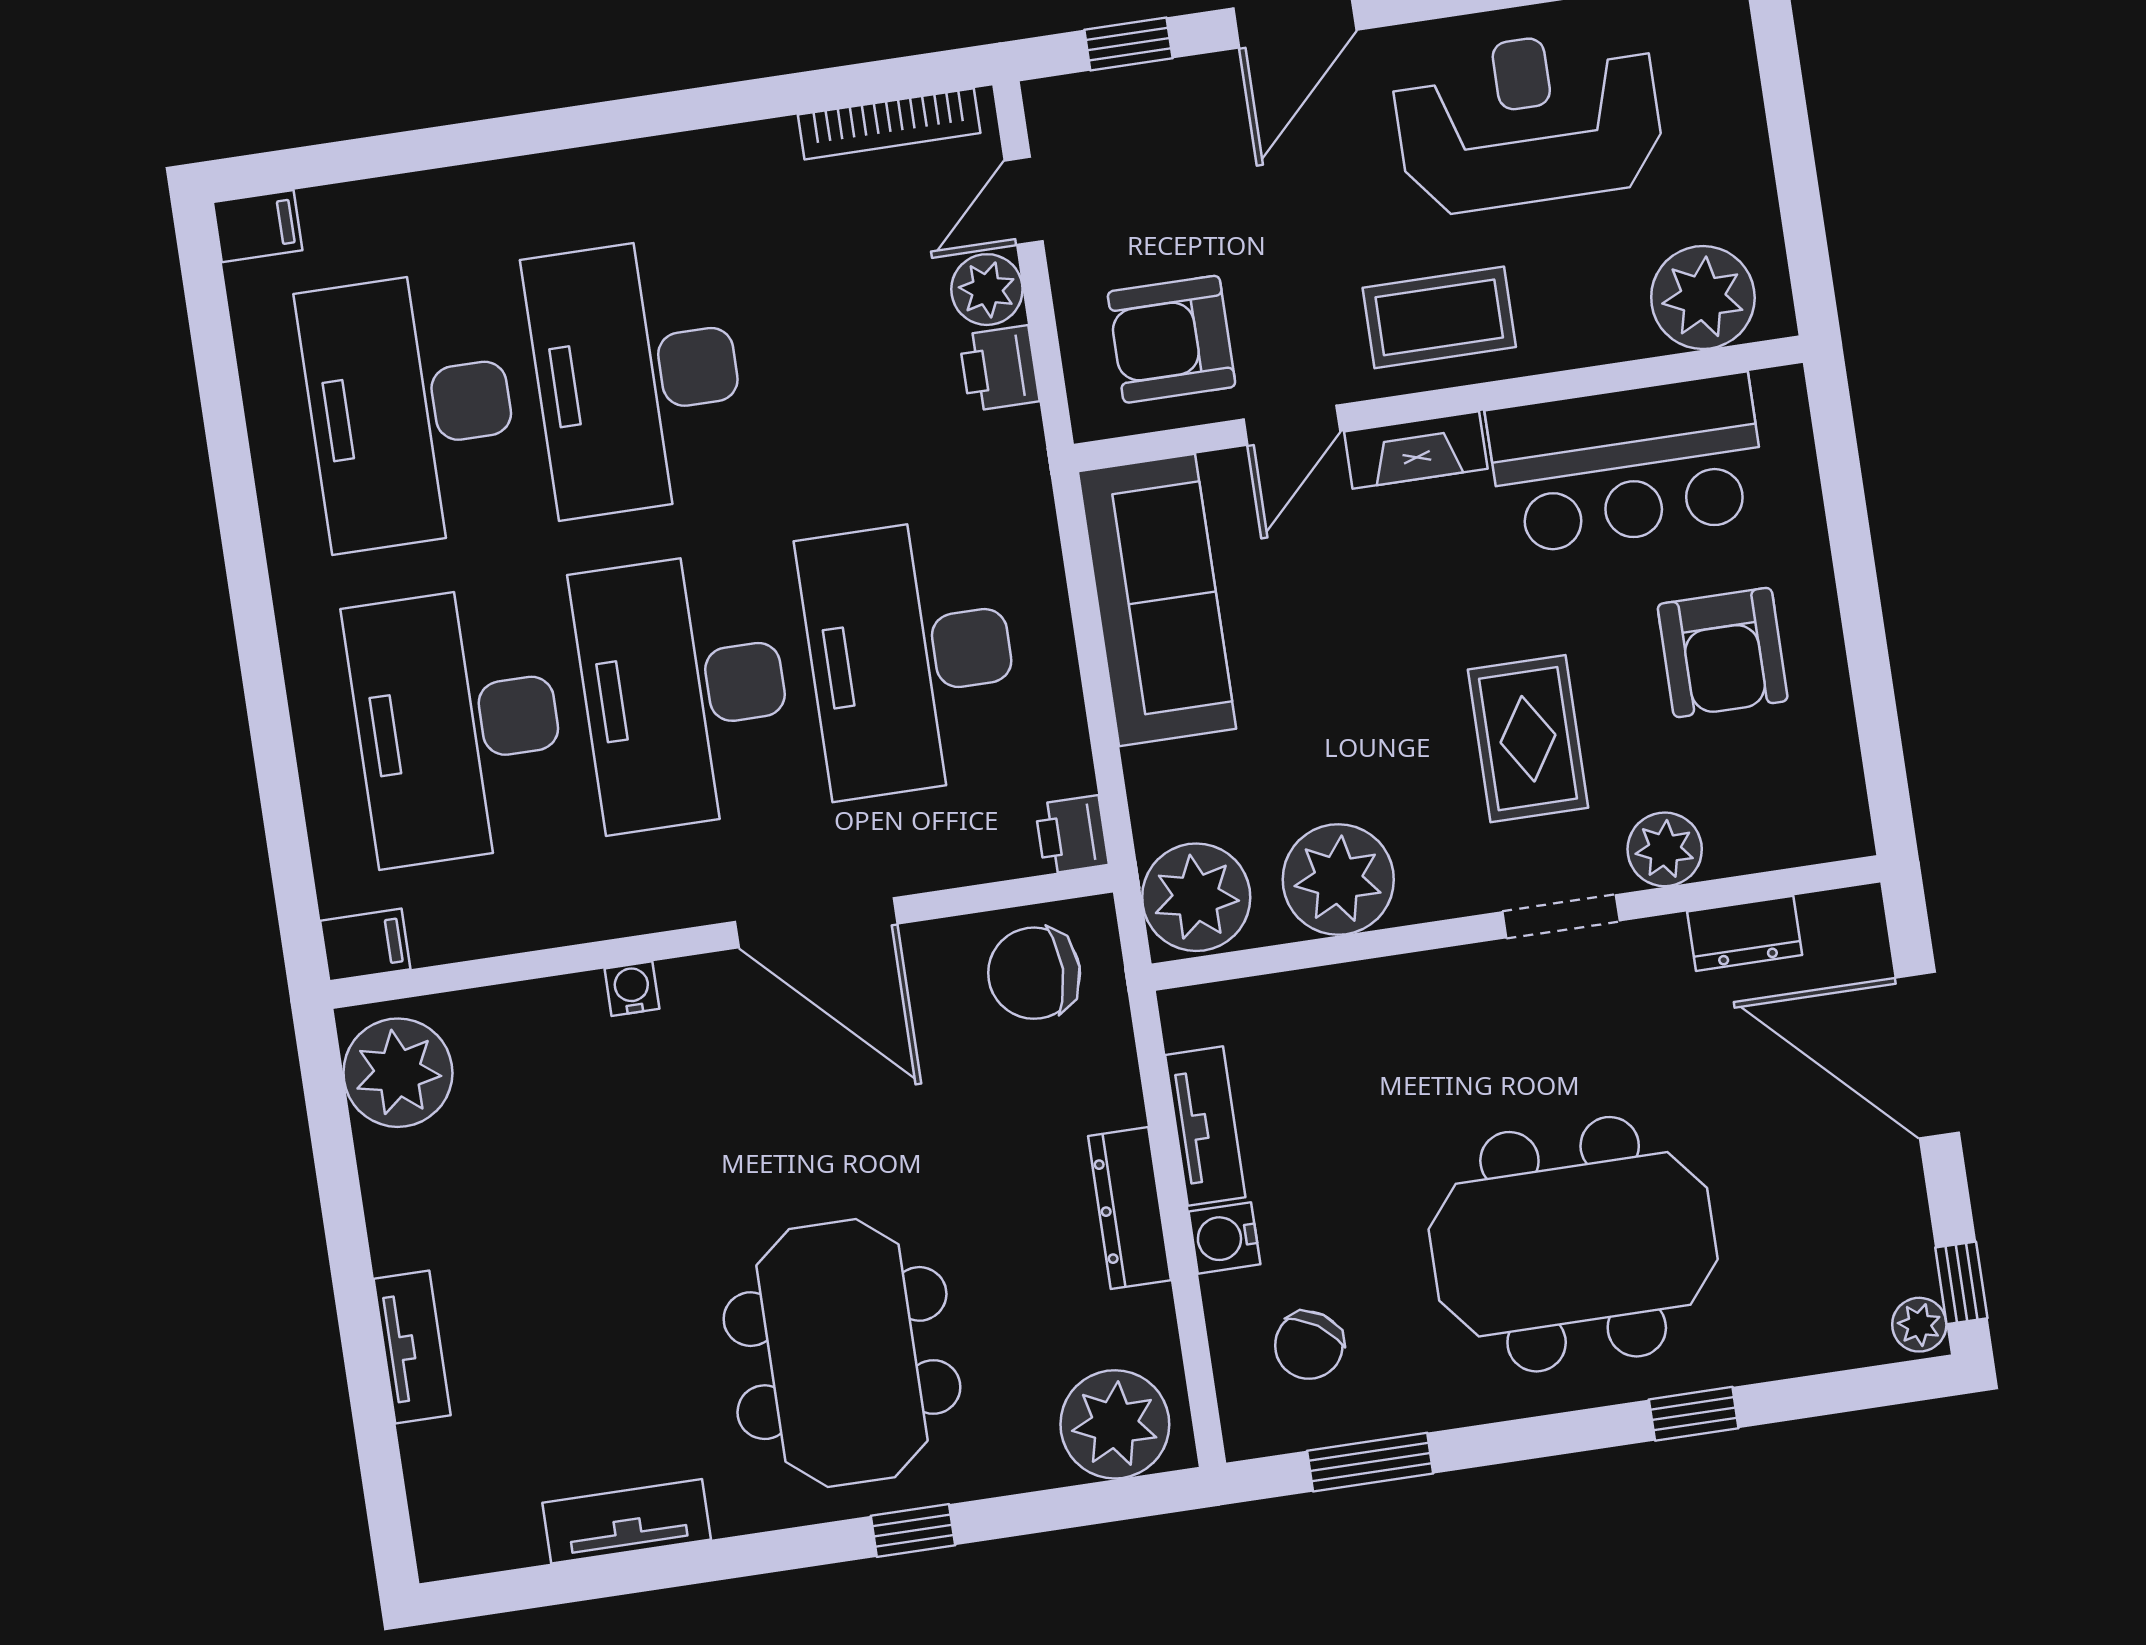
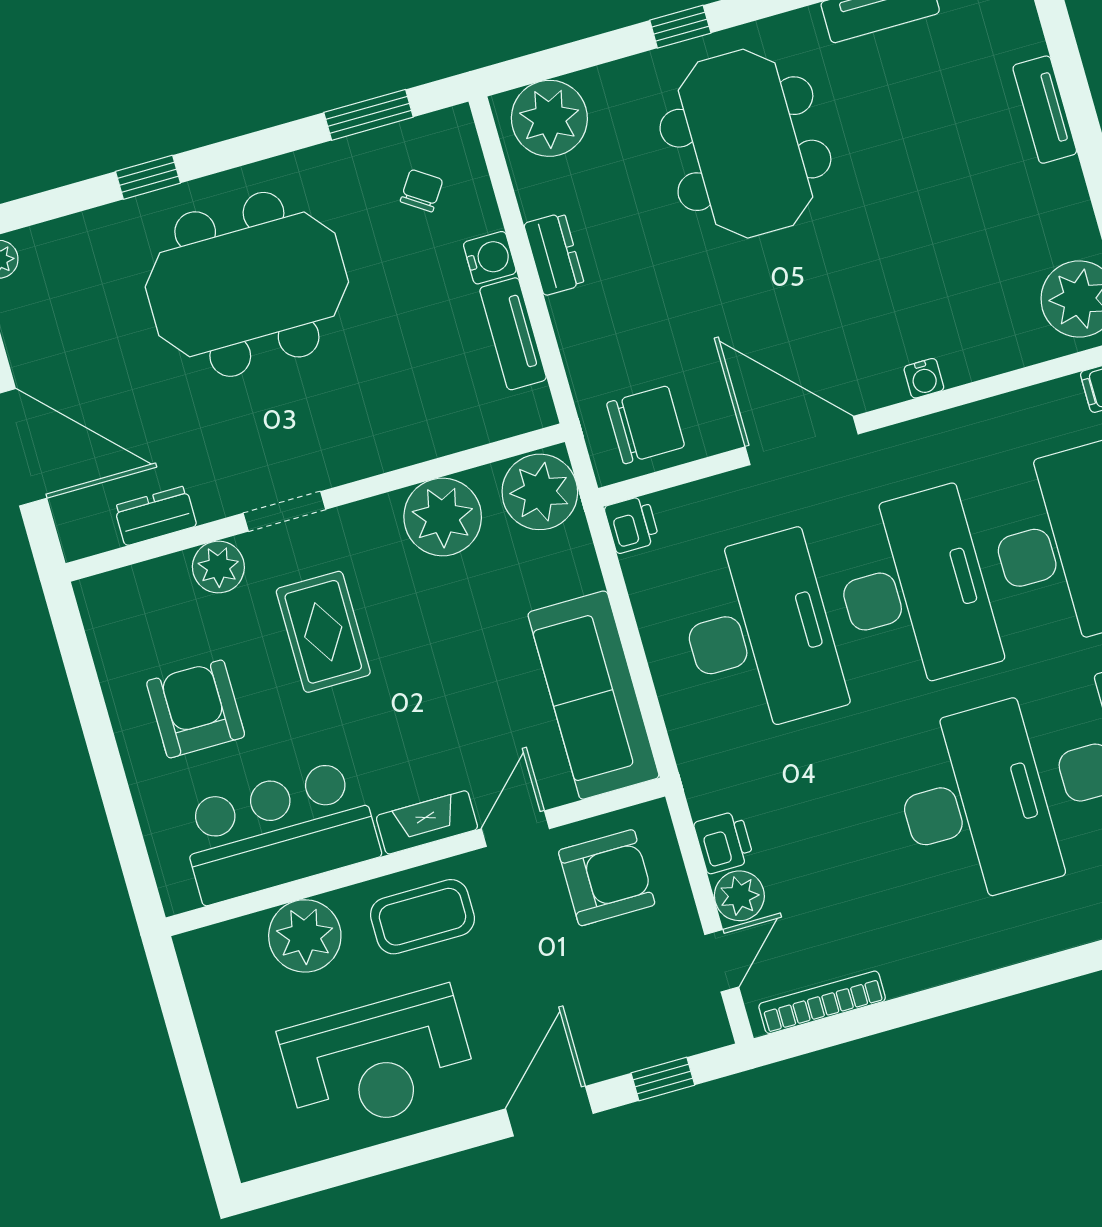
plant: (1703, 298) -> (305, 936), moved
dresser: (1129, 1208) -> (554, 254), width x0.70
chair: (1309, 1345) -> (422, 191), width x0.73, depth x0.73

